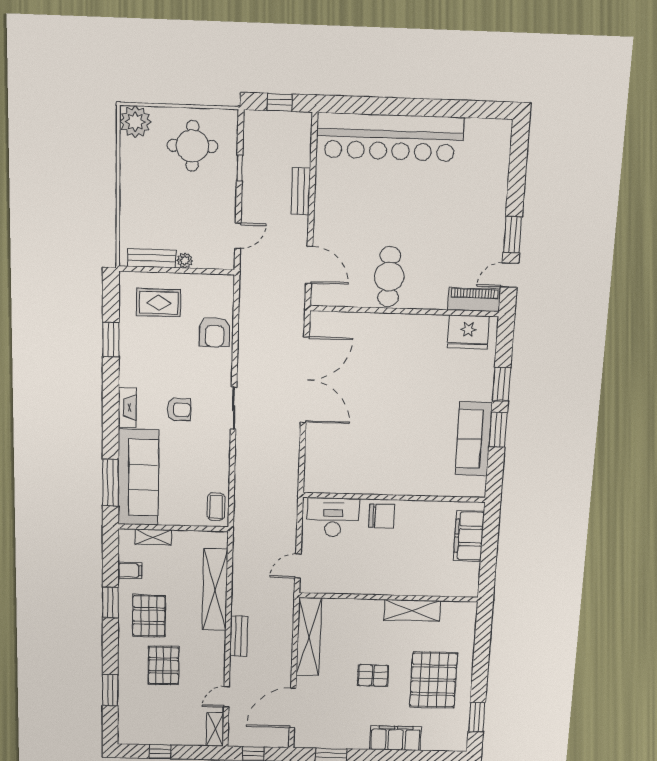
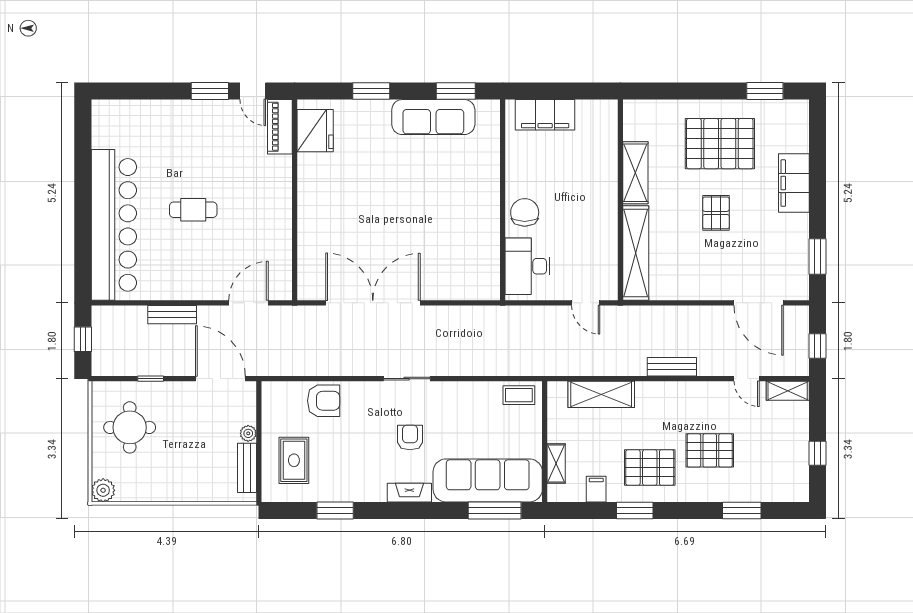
plant: (135, 122) -> (103, 490), width x0.73, depth x0.73
door: (238, 236) -> (220, 379), width x1.88
cafe table: (389, 277) -> (193, 210), moved, width x0.73, depth x0.74
window: (498, 430) -> (456, 91), moved
shelving: (215, 590) -> (601, 394), width x0.68
shelving: (309, 637) -> (636, 253), moved, turned 90

